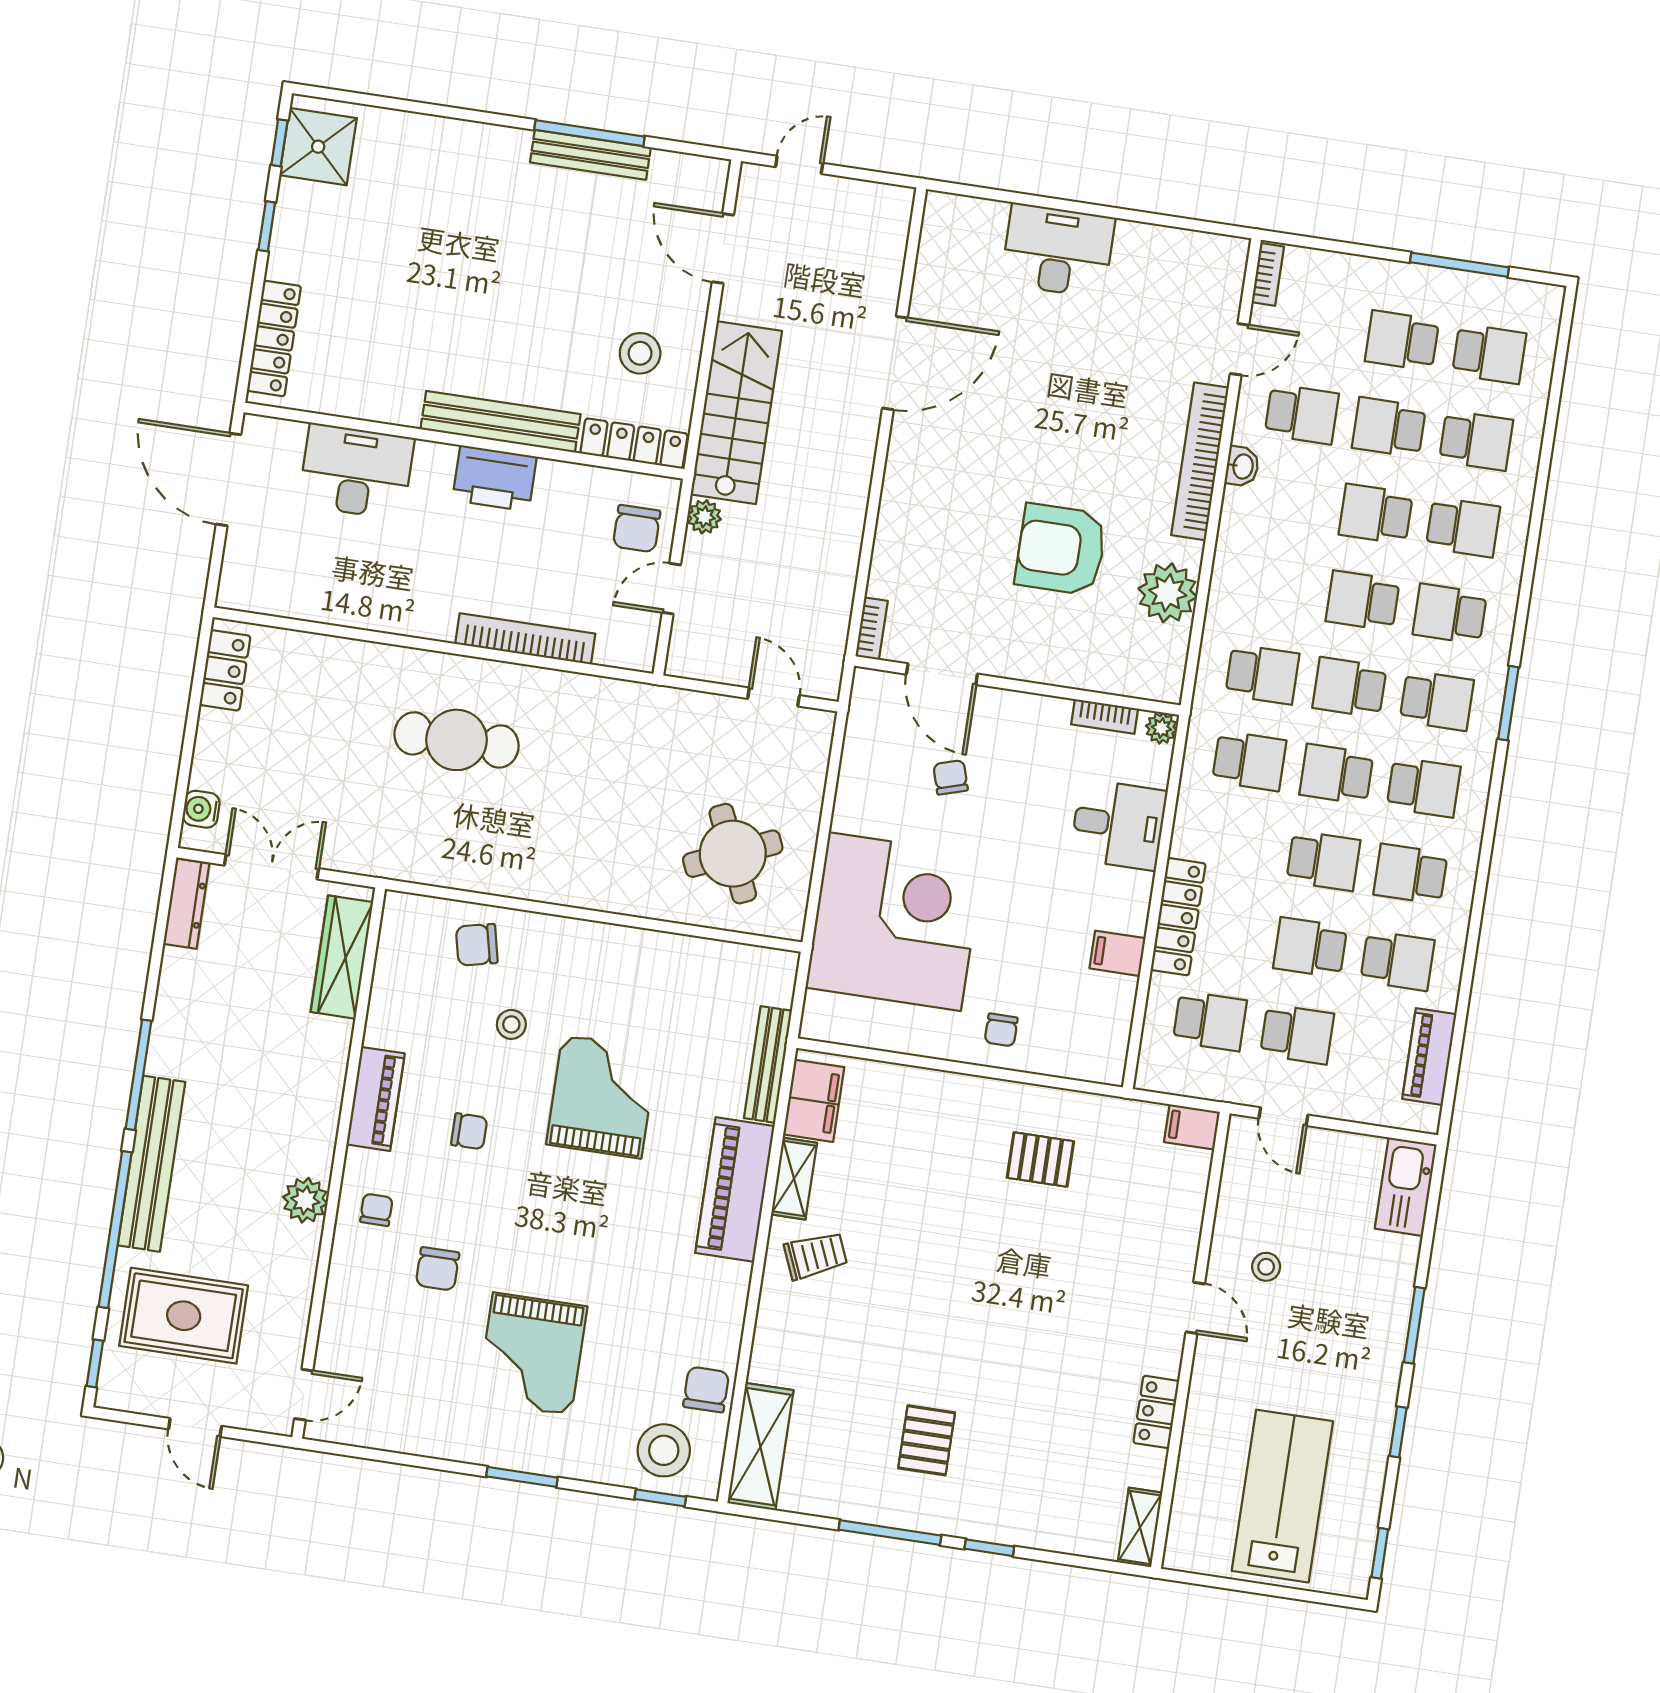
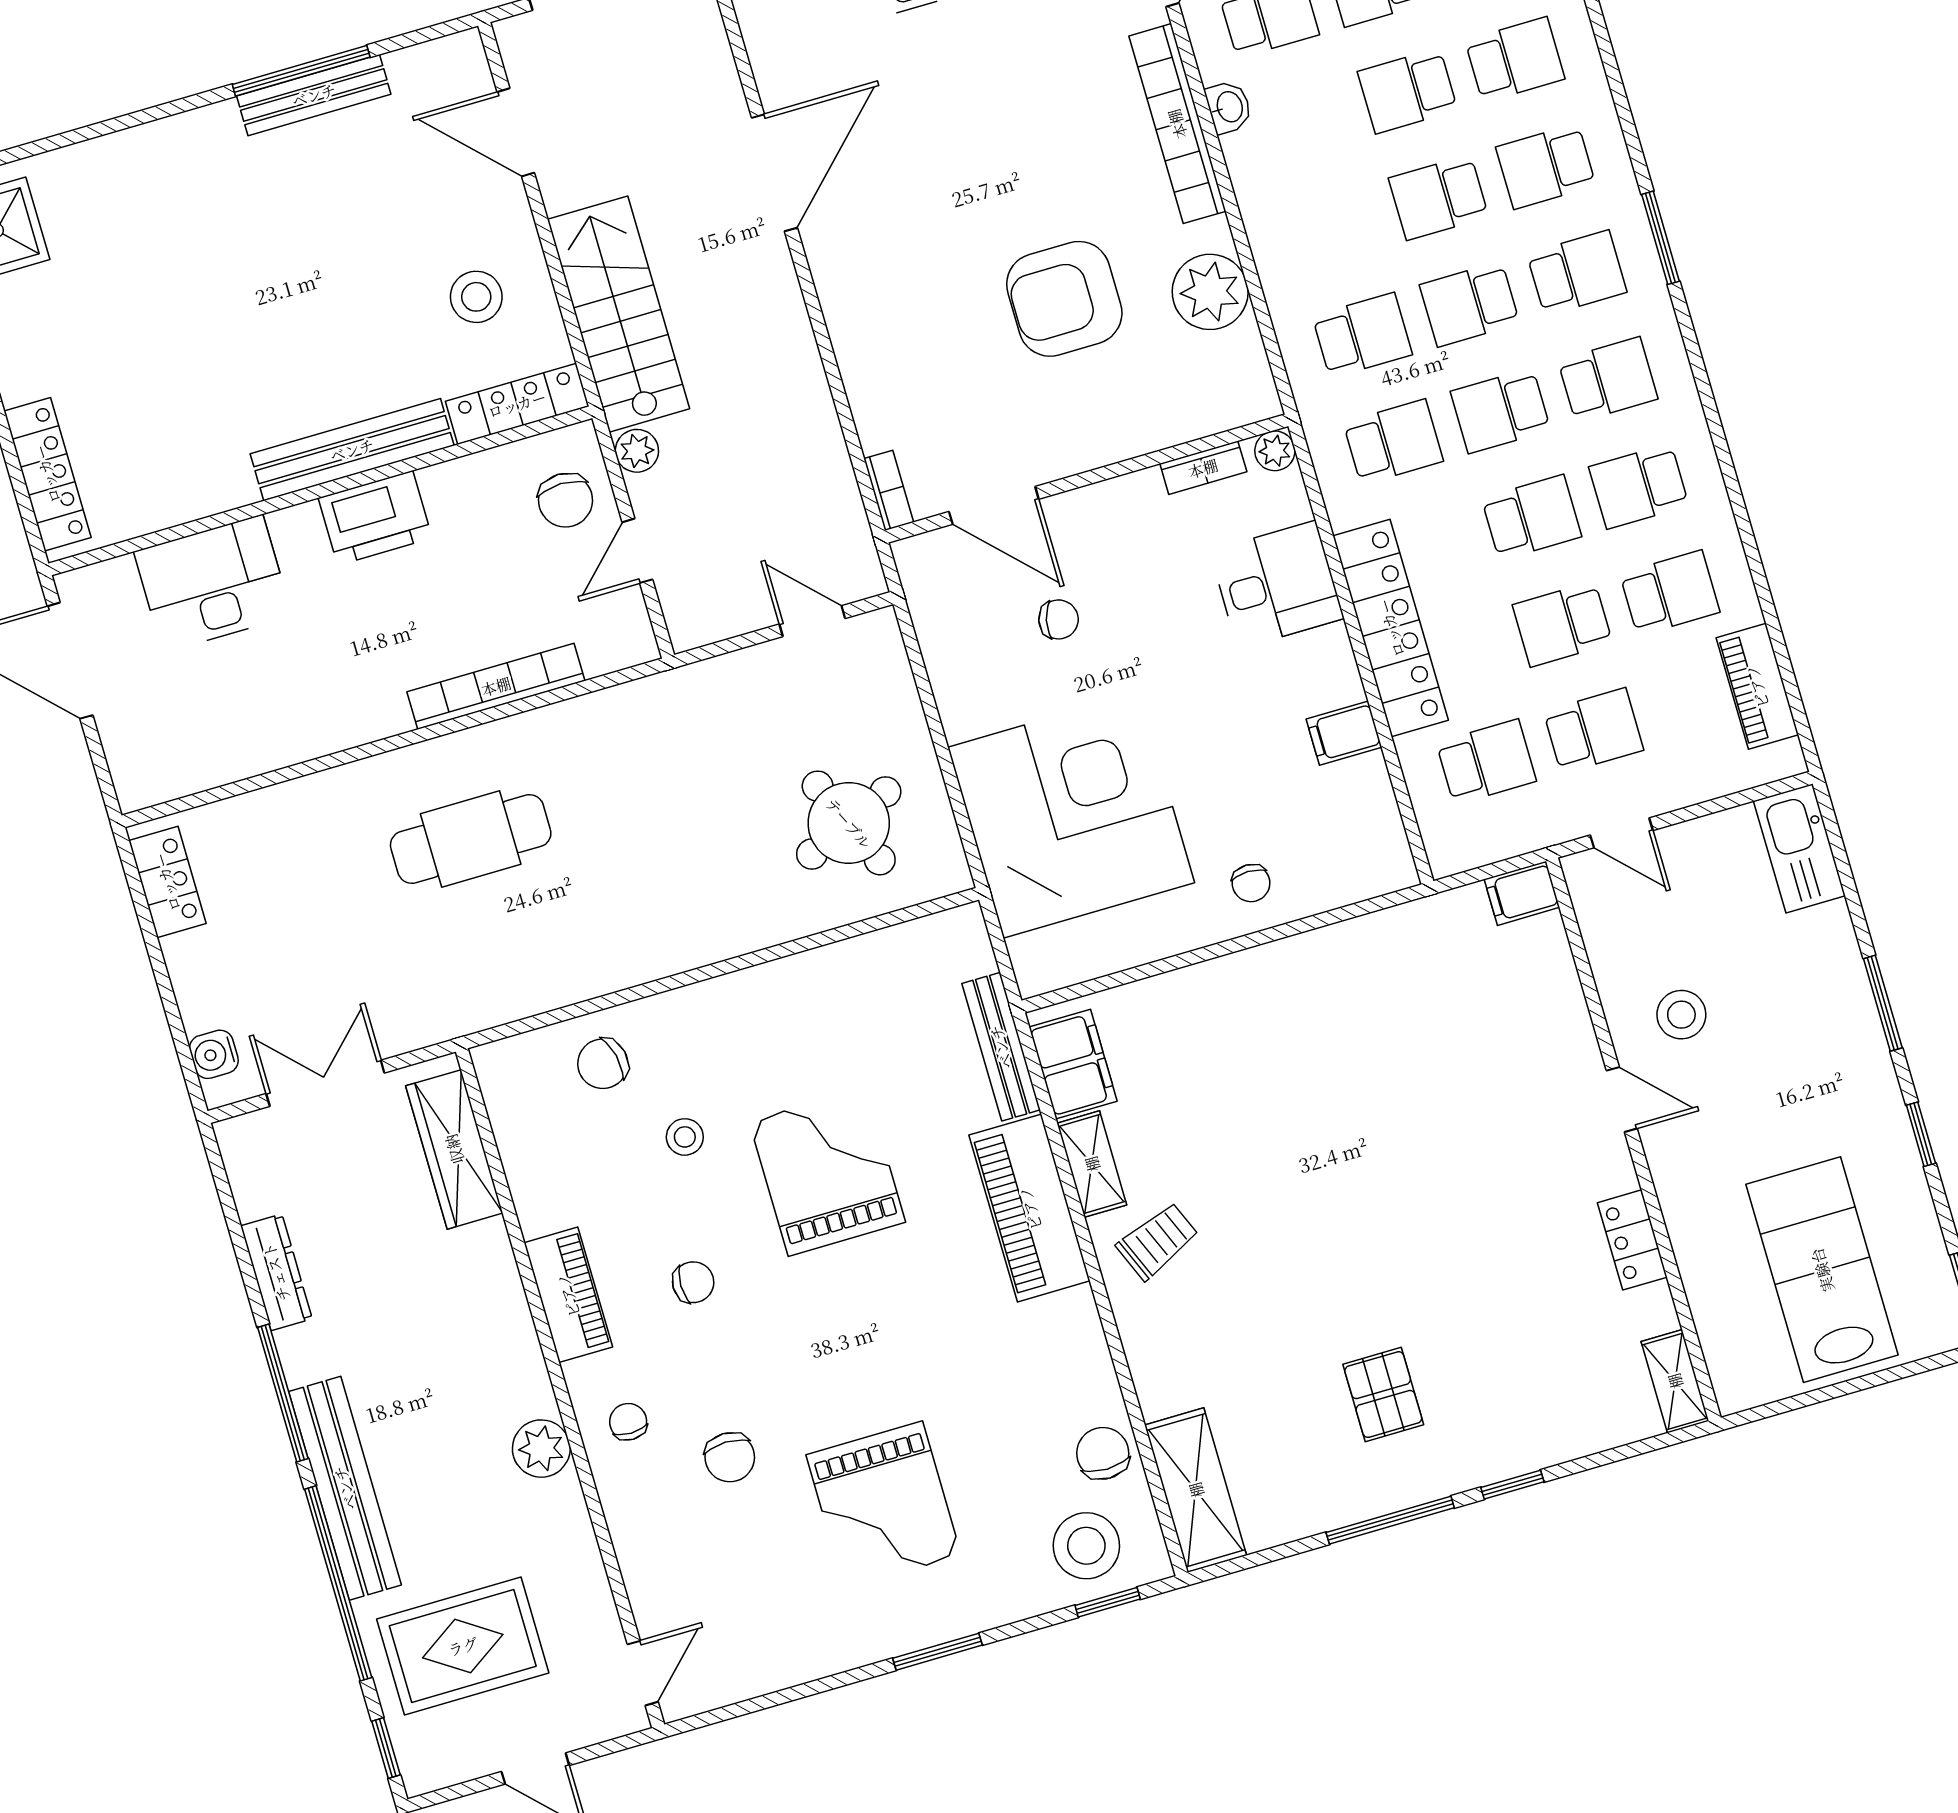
chair: (951, 777) -> (1059, 619), turned 120
dresser: (186, 904) -> (276, 1272), moved
locker: (1178, 917) -> (1391, 628), width x1.41, depth x1.21
pallet: (1040, 1159) -> (1365, 1011), removed
stool: (1266, 1267) -> (1681, 1015), width x1.37, depth x1.37

